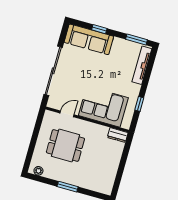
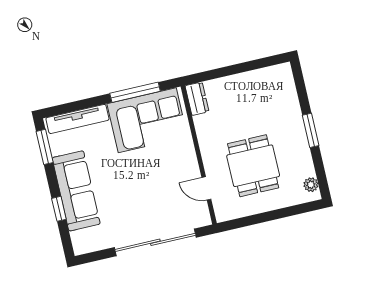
sofa: (89, 39) -> (76, 191), moved
window: (139, 104) -> (135, 92), width x2.17
corner sofa: (103, 107) -> (147, 120), moved, turned -90

